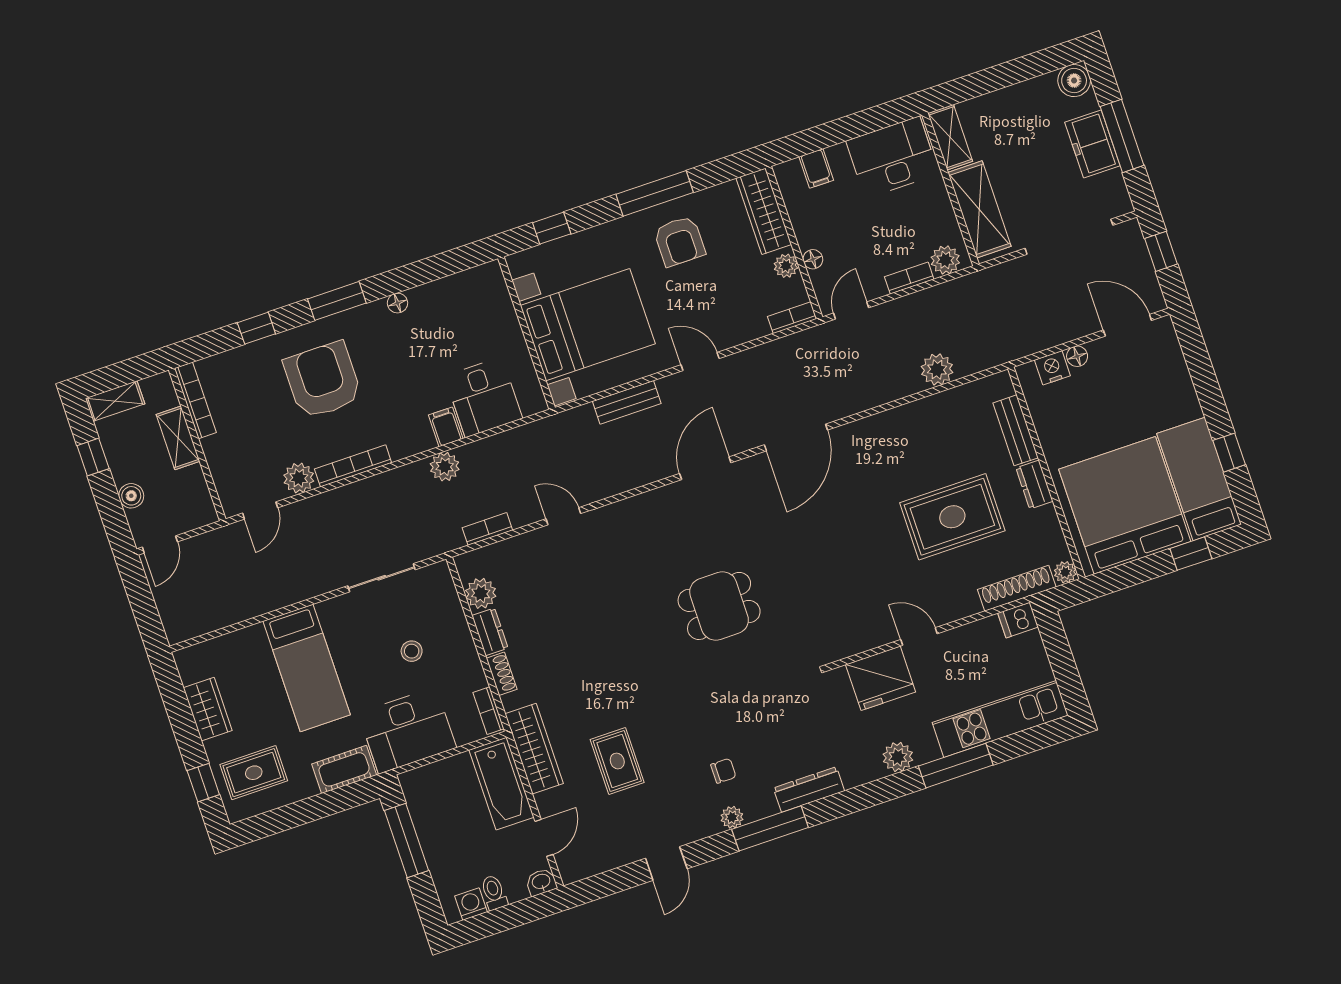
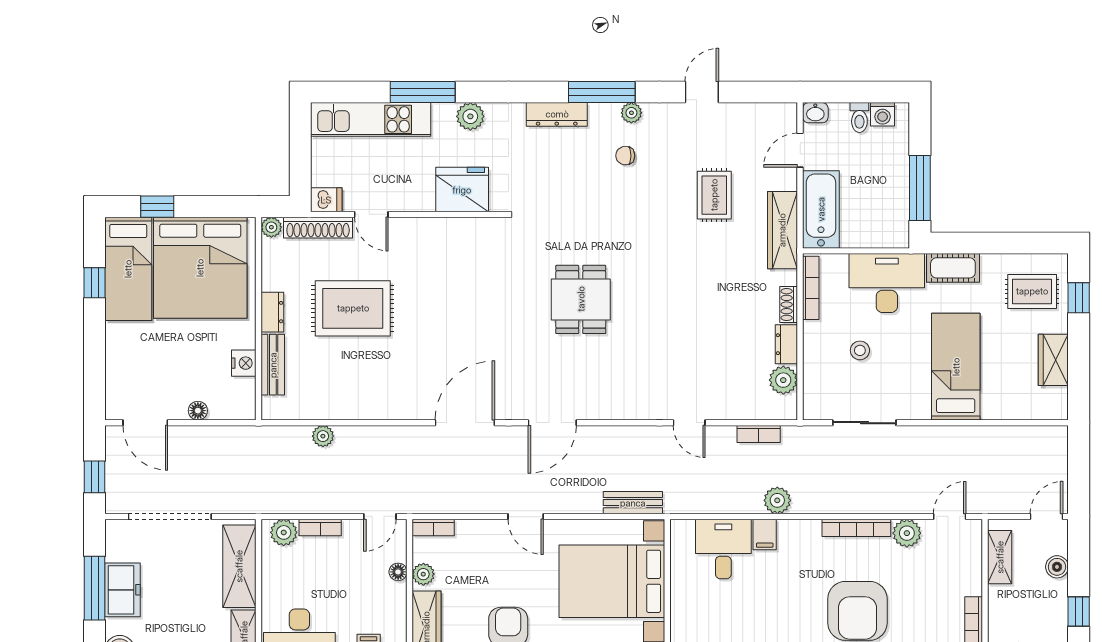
nightstand: (1052, 368) -> (244, 363), moved, turned -90
plant: (937, 370) -> (323, 436), width x0.73, depth x0.73
bench: (627, 402) -> (633, 503), moved
shelving: (178, 438) -> (1000, 557), moved
dining table: (719, 606) -> (581, 299), turned 90
door: (919, 637) -> (371, 214), moved
bookcase: (489, 711) -> (811, 288), width x1.56

